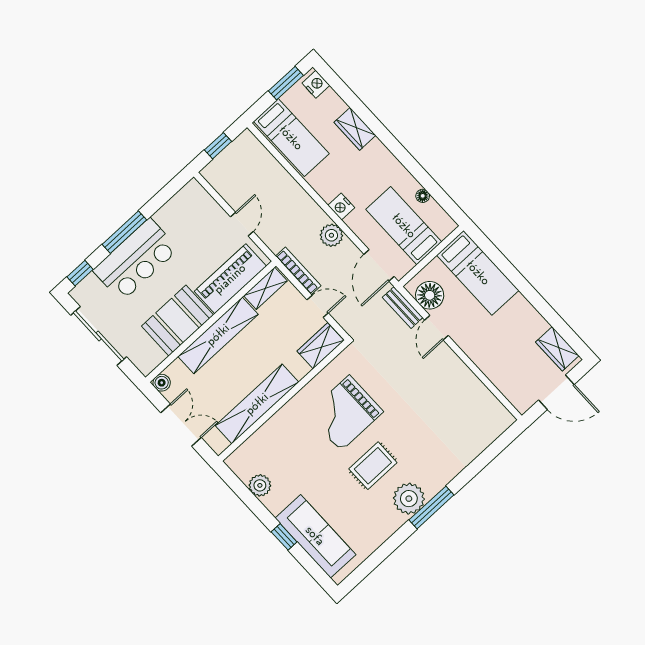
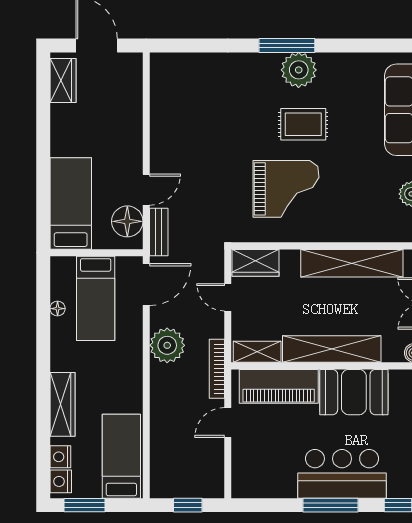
wardrobe: (355, 129) -> (62, 404), width x1.50
nightstand: (341, 207) -> (60, 457), moved, turned 180
plant: (331, 235) -> (167, 345), width x1.36, depth x1.36
bookcase: (298, 271) -> (217, 369), moved

